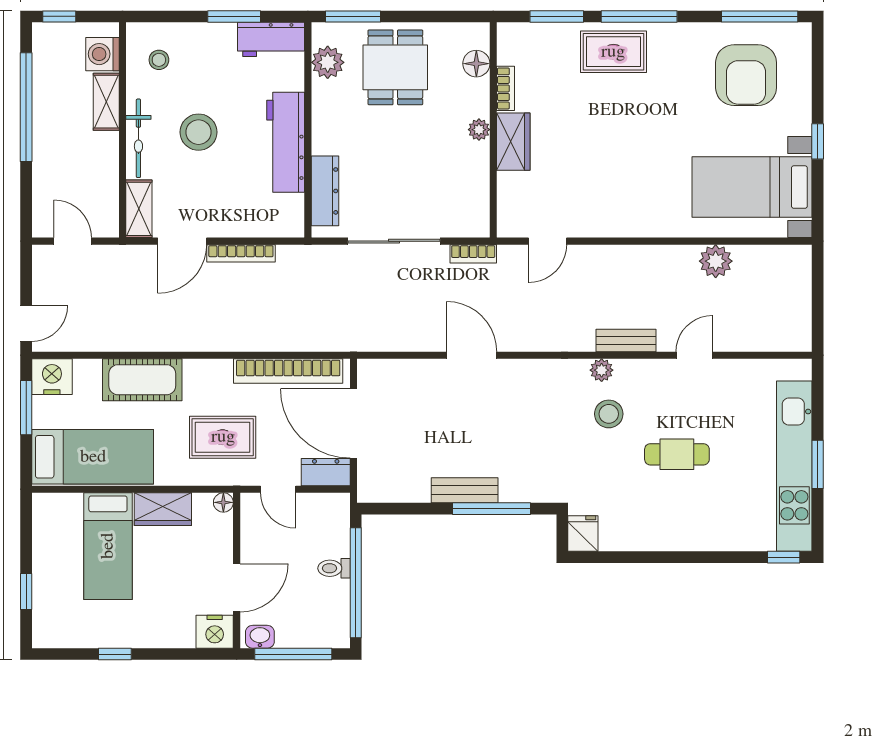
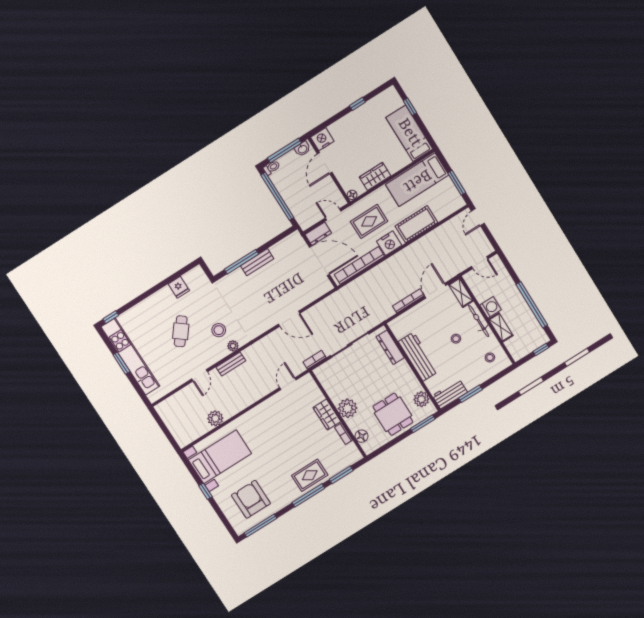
washing machine: (102, 54) -> (491, 307), moved
plant: (479, 130) -> (348, 408), width x1.87, depth x1.87
stool: (199, 132) -> (456, 339), width x0.53, depth x0.53
nightstand: (52, 377) -> (389, 243), moved
cafe table: (677, 454) -> (181, 331), turned -52
fridge: (583, 533) -> (179, 287), moved
bed: (108, 546) -> (409, 133), moved
toilet: (334, 568) -> (272, 168), moved

